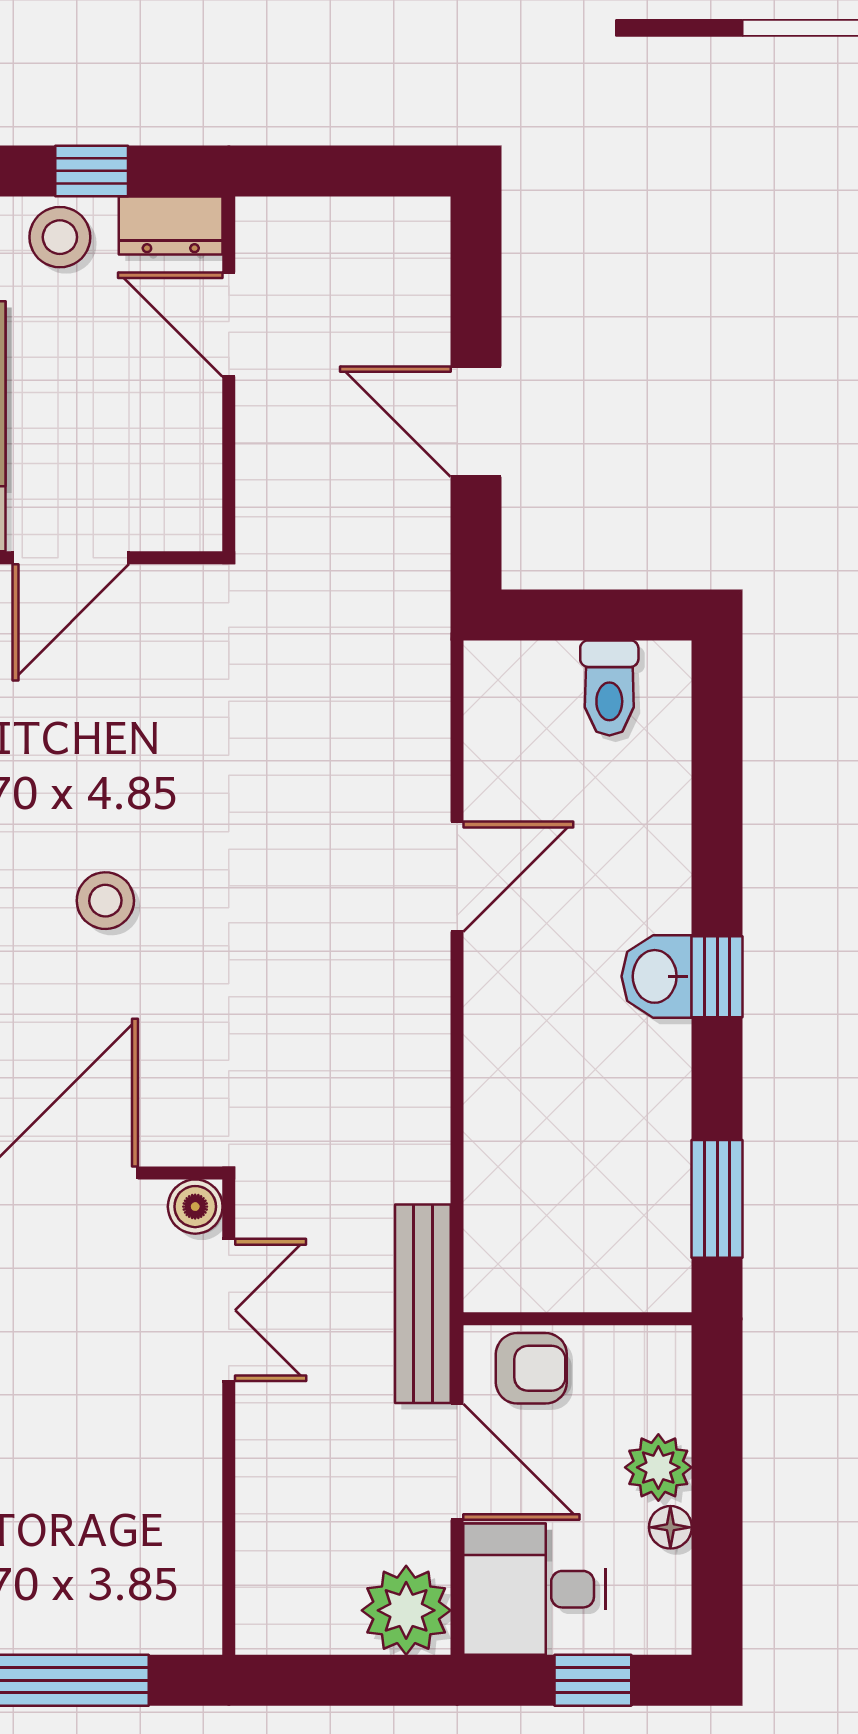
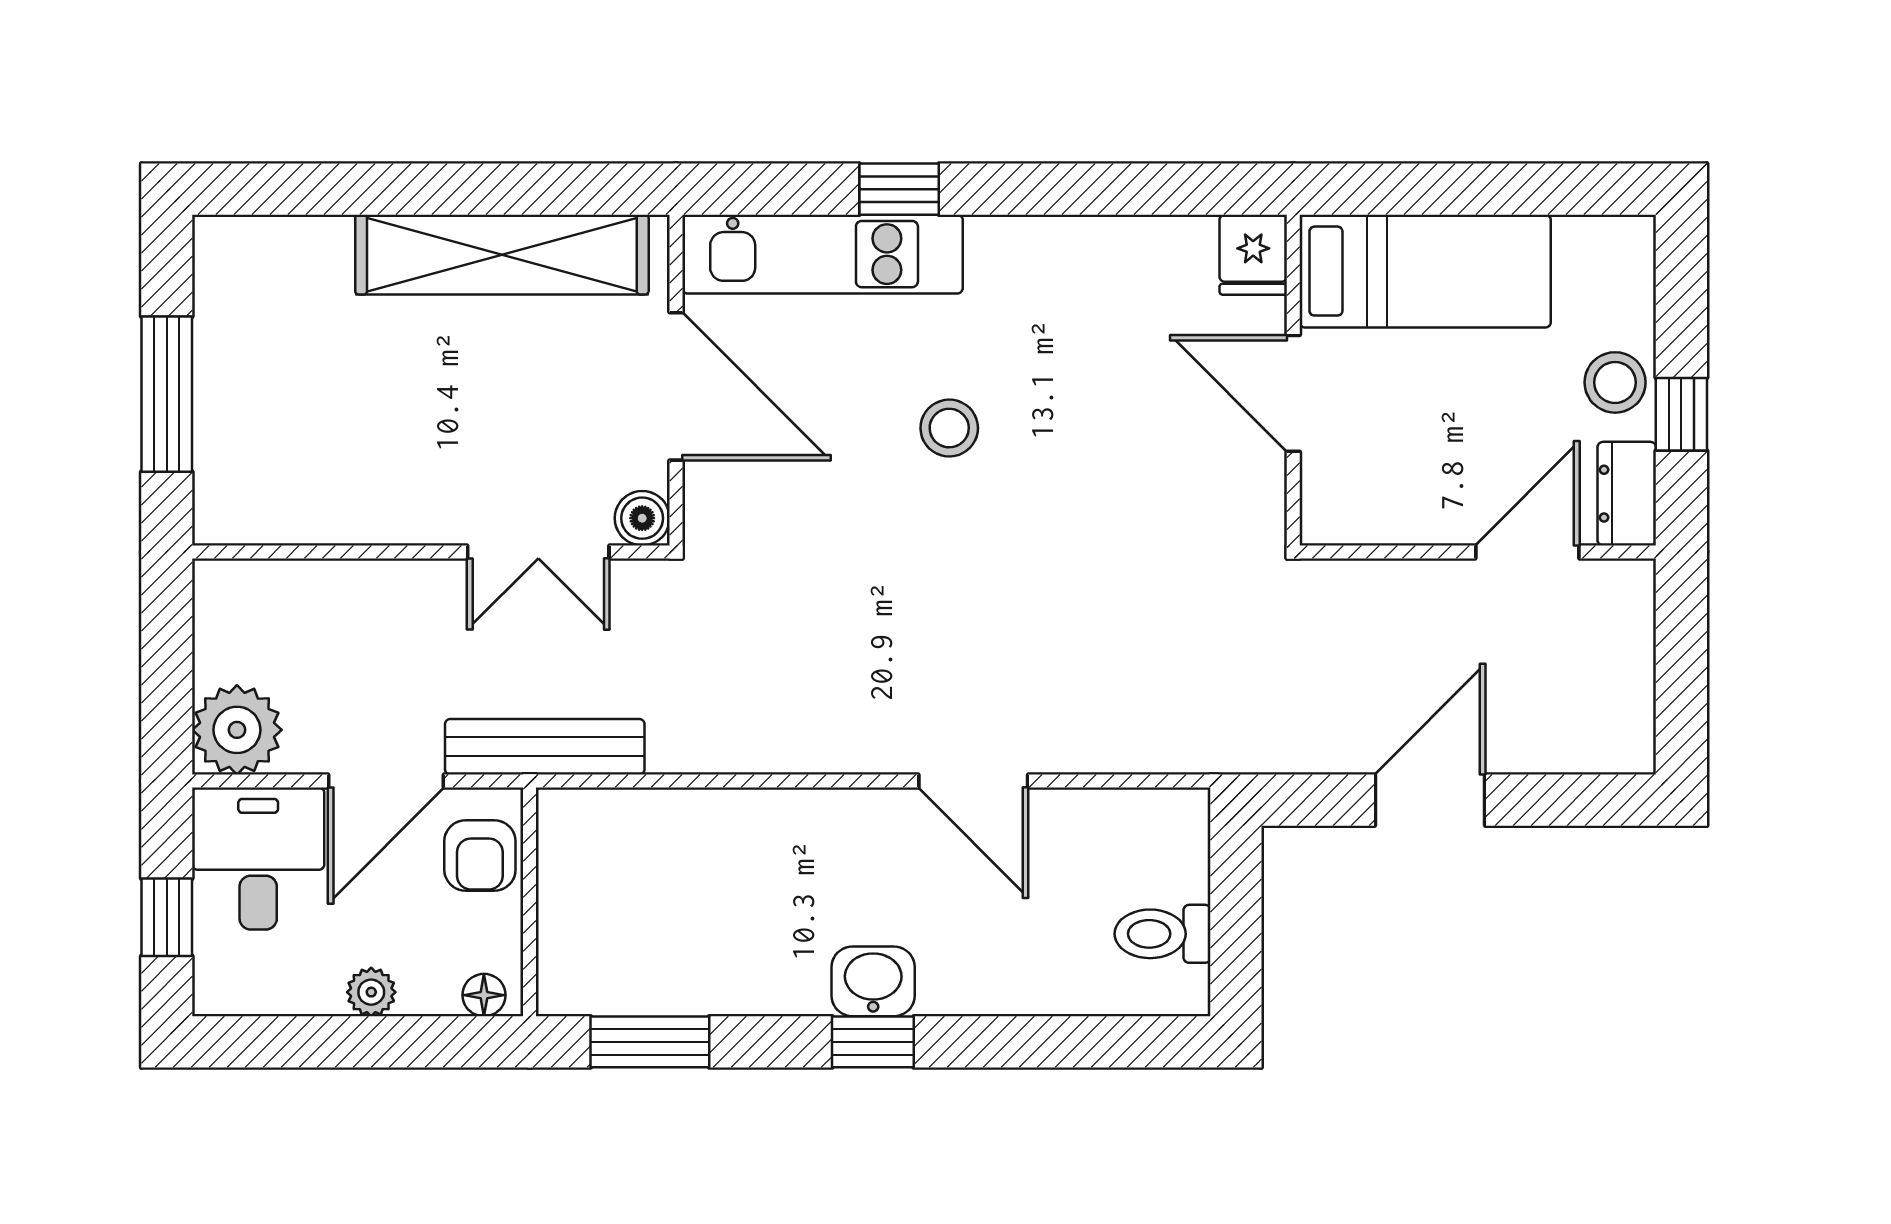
plant: (658, 1467) -> (371, 992), width x0.73, depth x0.73
floor lamp: (670, 1527) -> (484, 995), moved

